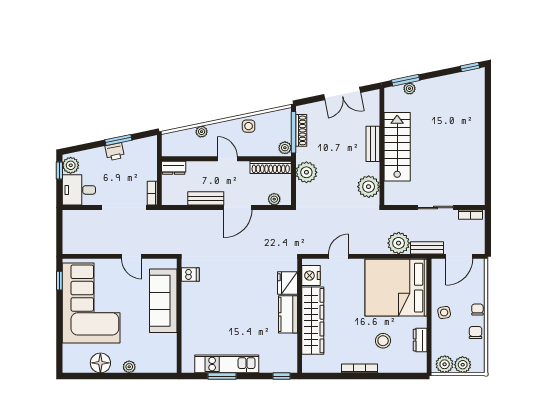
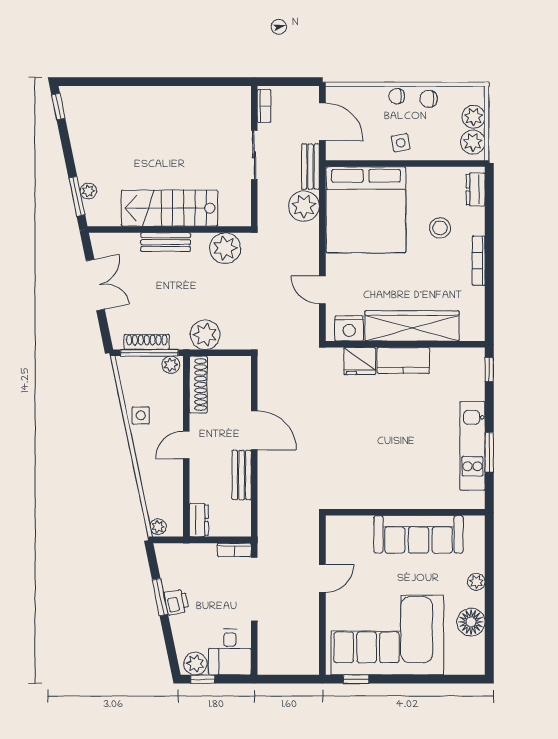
plant: (202, 132) -> (158, 527), moved
plant: (274, 199) -> (243, 380), removed
dishwasher: (190, 275) -> (348, 497), removed
sofa: (163, 301) -> (419, 534), moved
dresser: (420, 340) -> (476, 189), moved, turned 90

